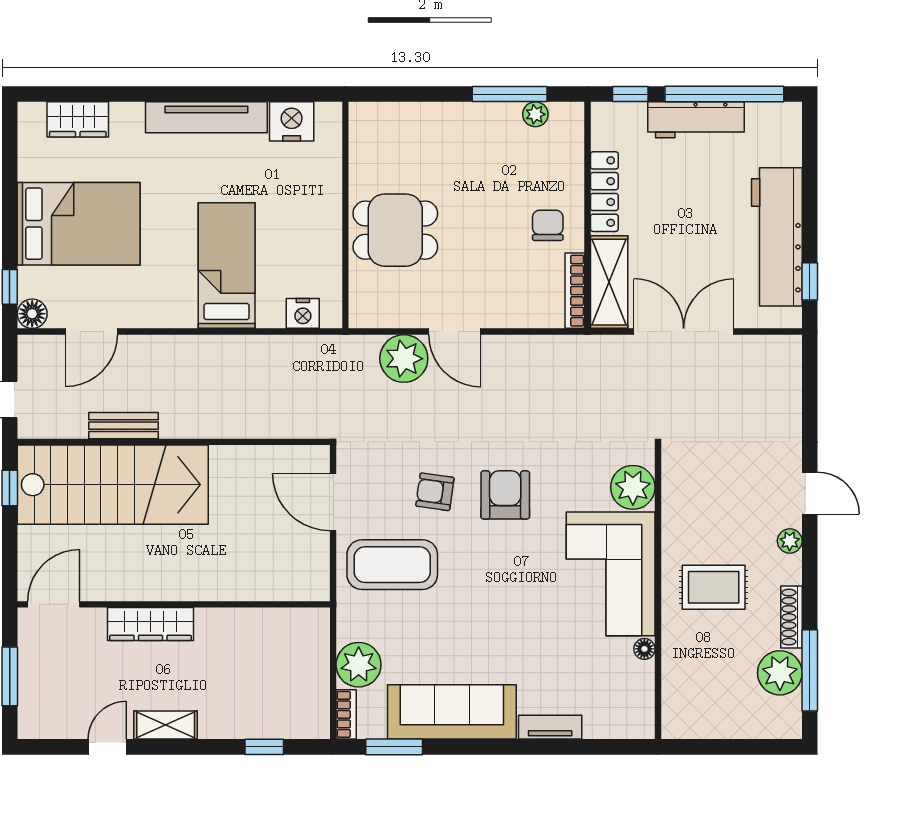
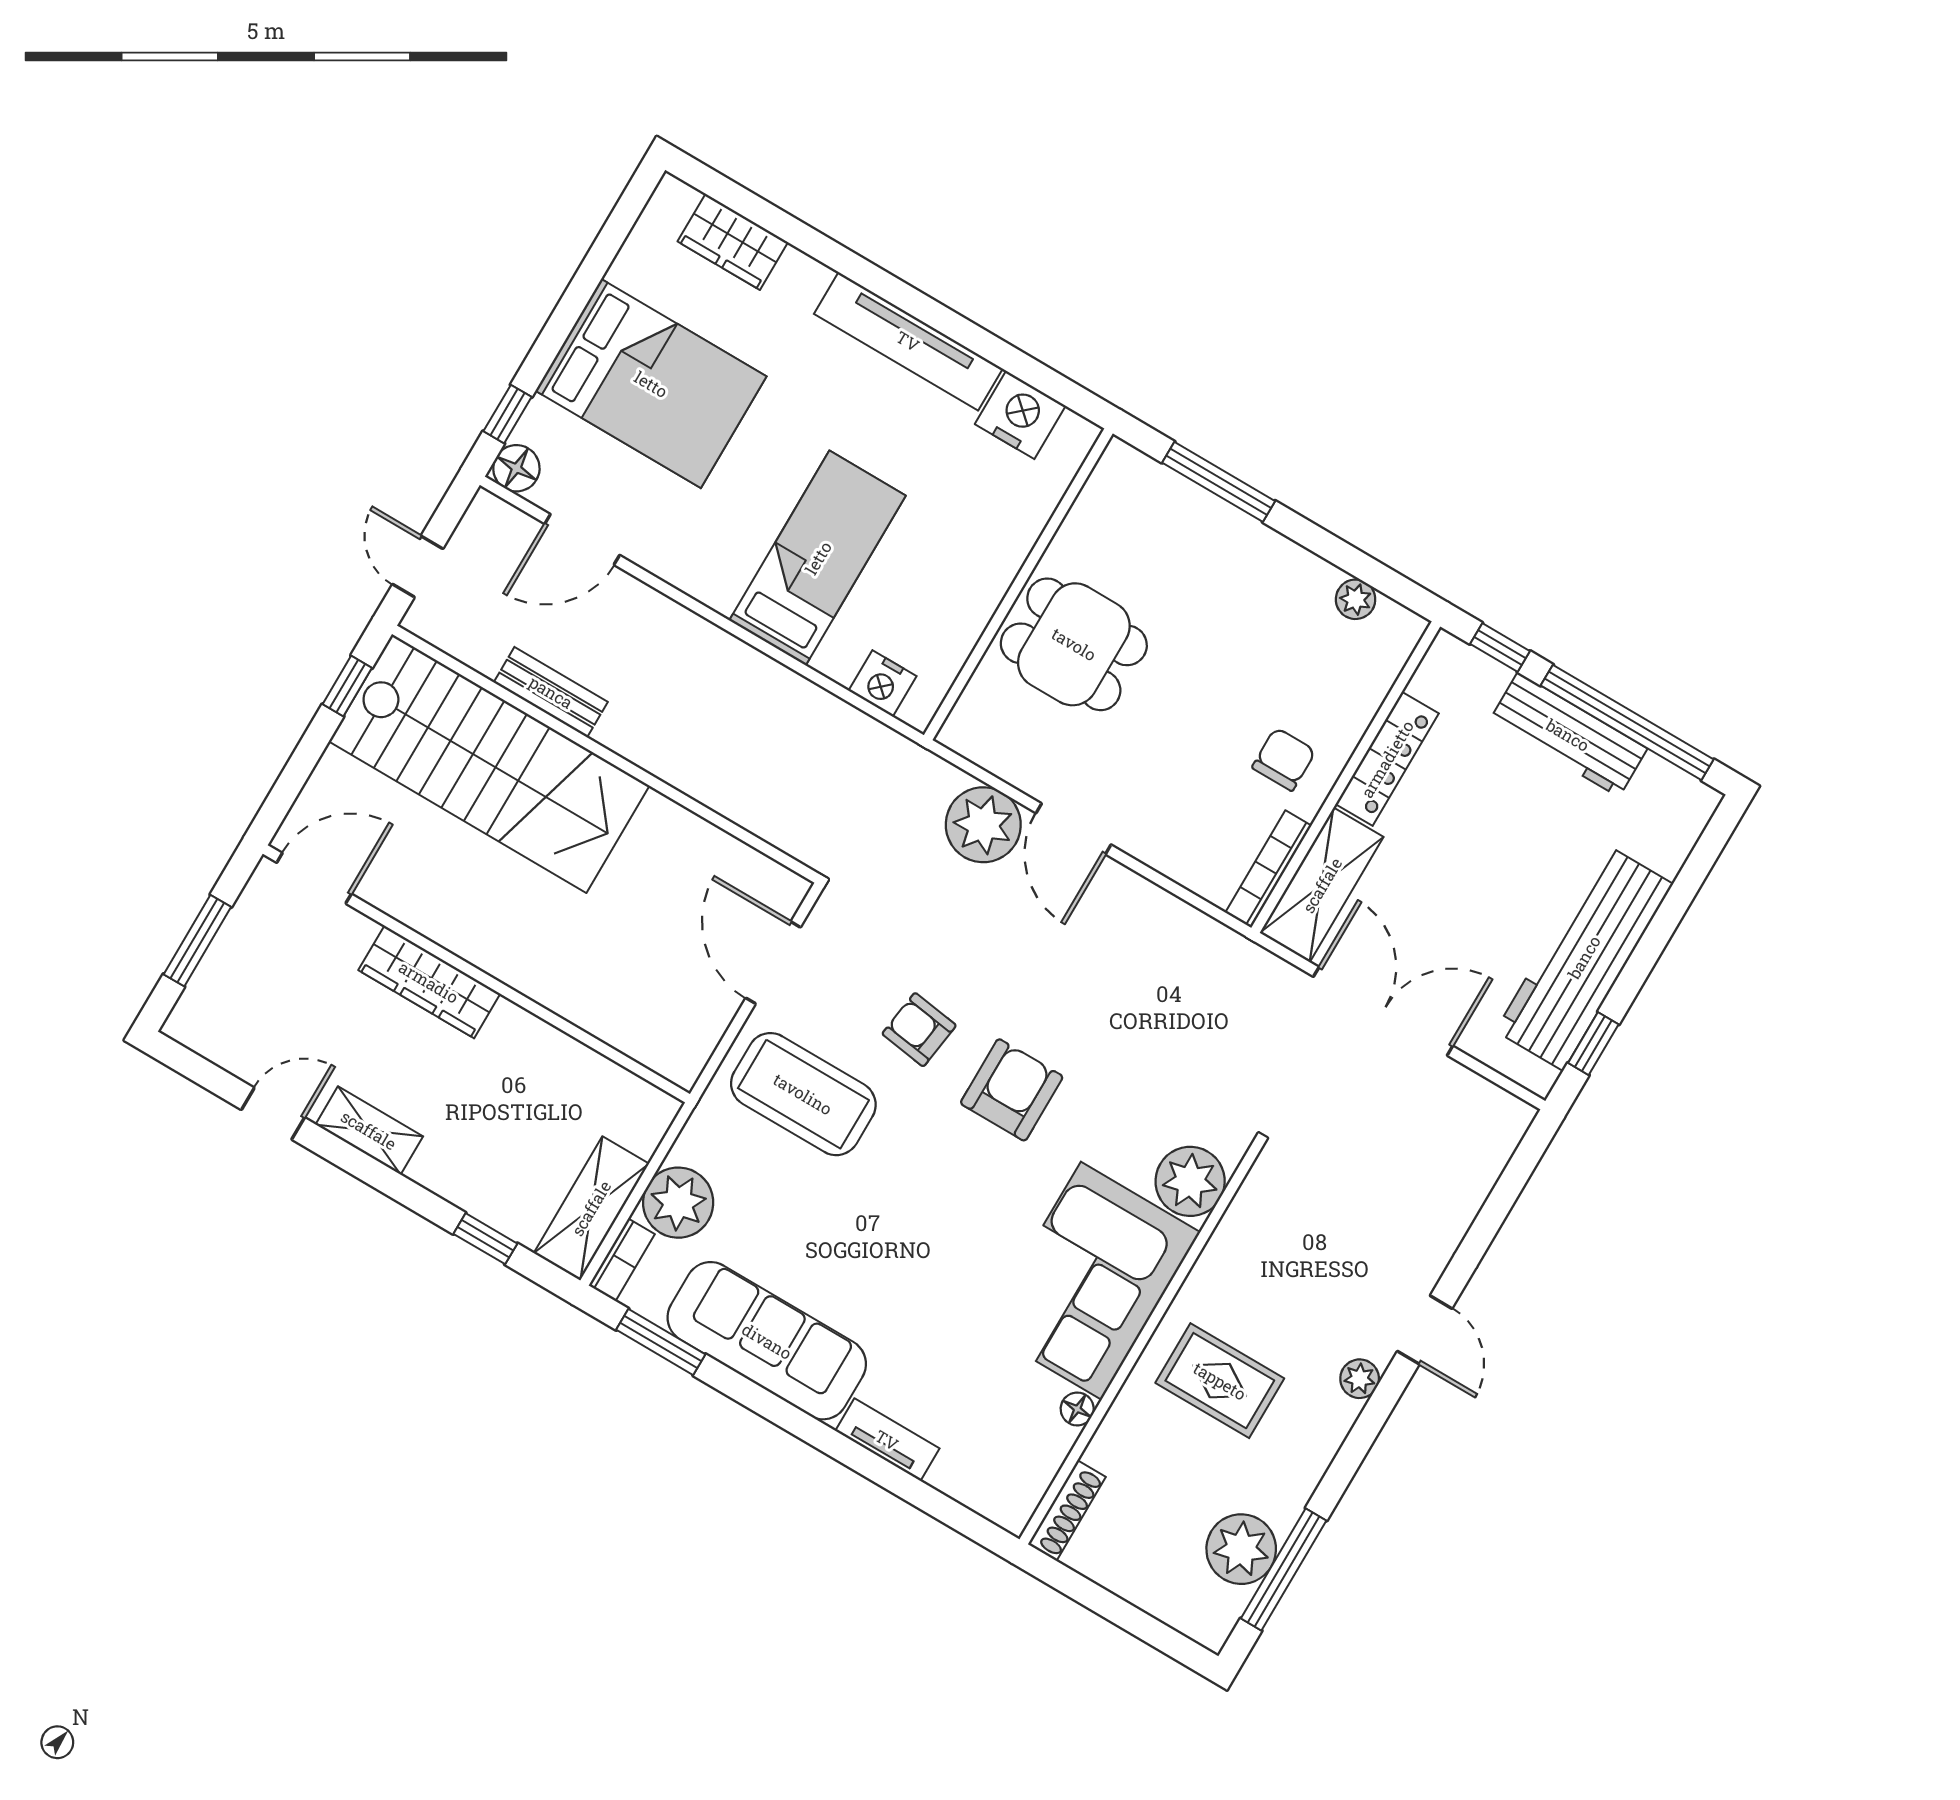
window: (510, 94) -> (1219, 482), moved
shoe rack: (791, 617) -> (1067, 1511), moved, turned 180
shelving: (313, 696) -> (591, 1208), added

